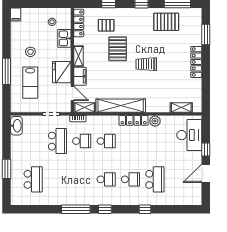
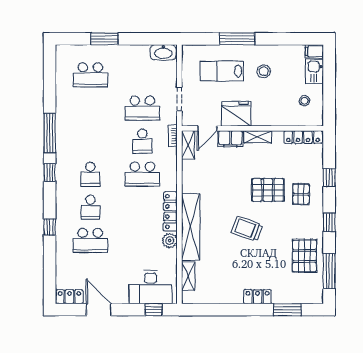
pallet: (106, 25) -> (301, 194), moved
kitchen sink: (64, 38) -> (315, 72), moved, turned -90
locker: (196, 62) -> (257, 297), width x0.66
trolley: (146, 64) -> (247, 229), turned -70
shelving: (121, 106) -> (191, 227), moved
school desk: (106, 141) -> (142, 174), width x1.85
window: (206, 150) -> (154, 310), moved
locker: (196, 195) -> (69, 297), added

